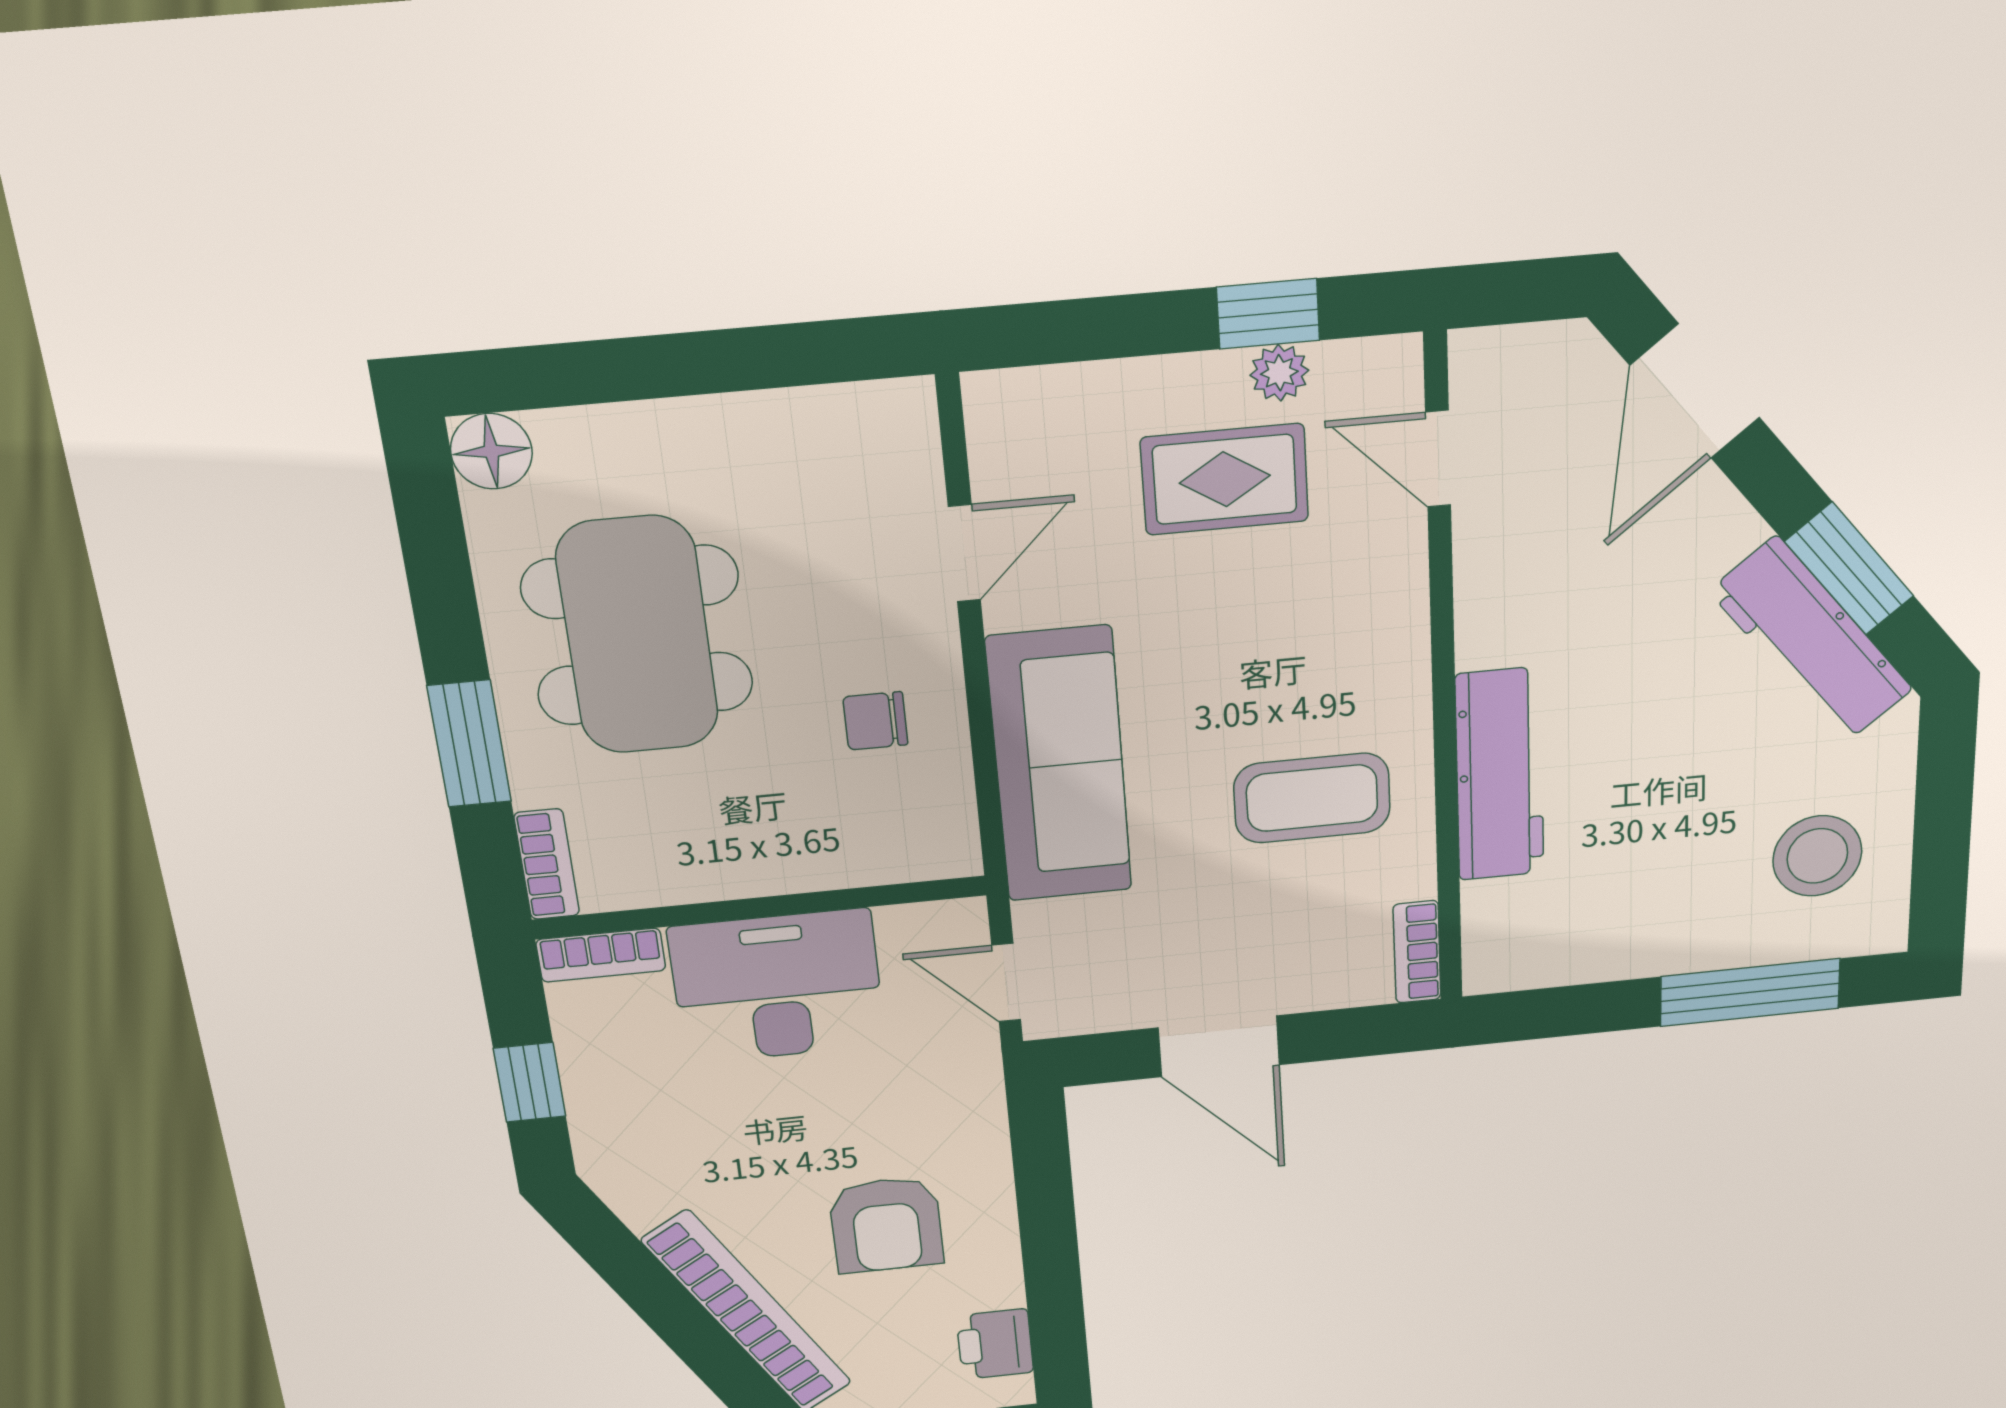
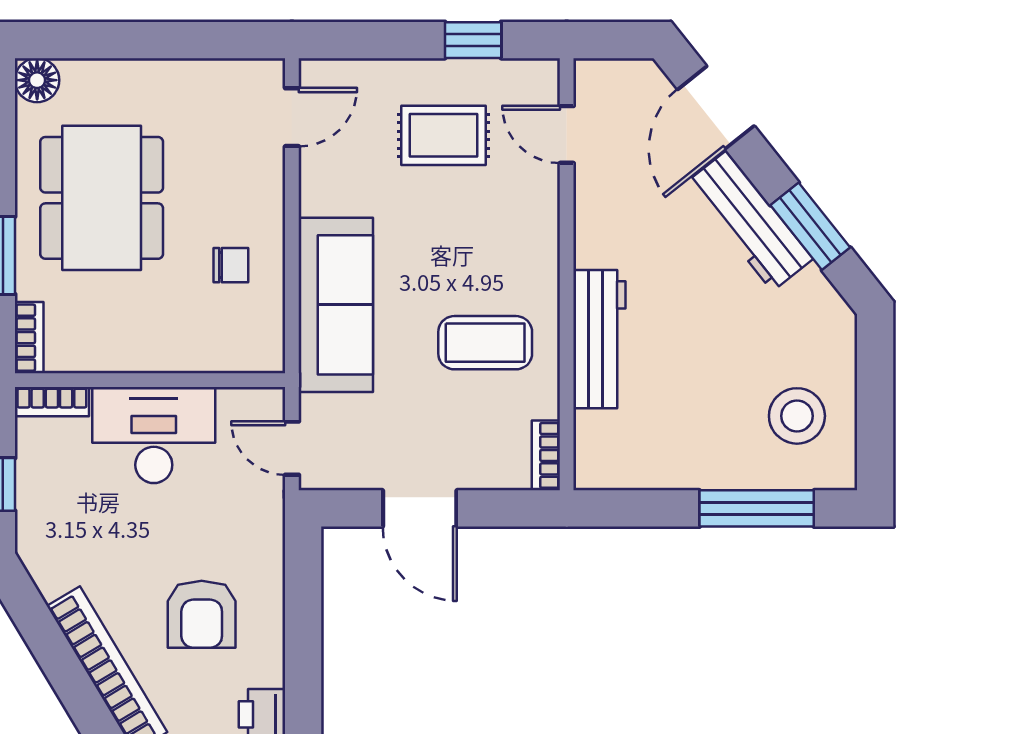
plant: (1279, 373) -> (478, 75), removed
door: (964, 553) -> (292, 117), moved
workbench: (1811, 640) -> (749, 221), moved
chair: (875, 721) -> (231, 265), turned 180

